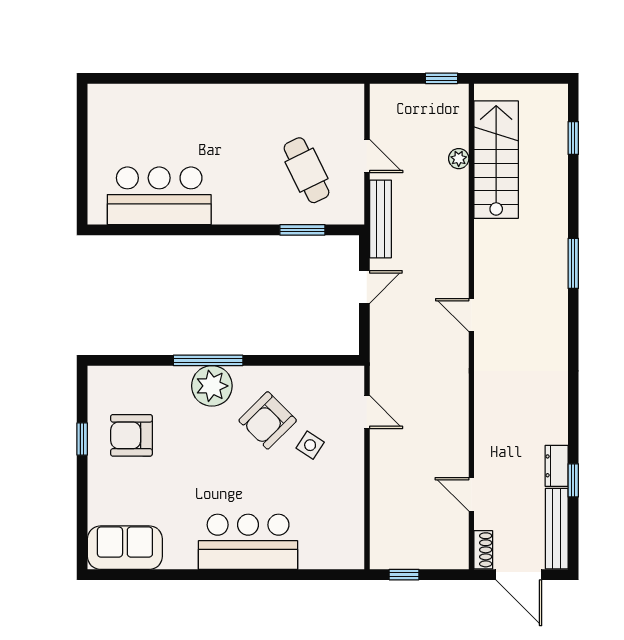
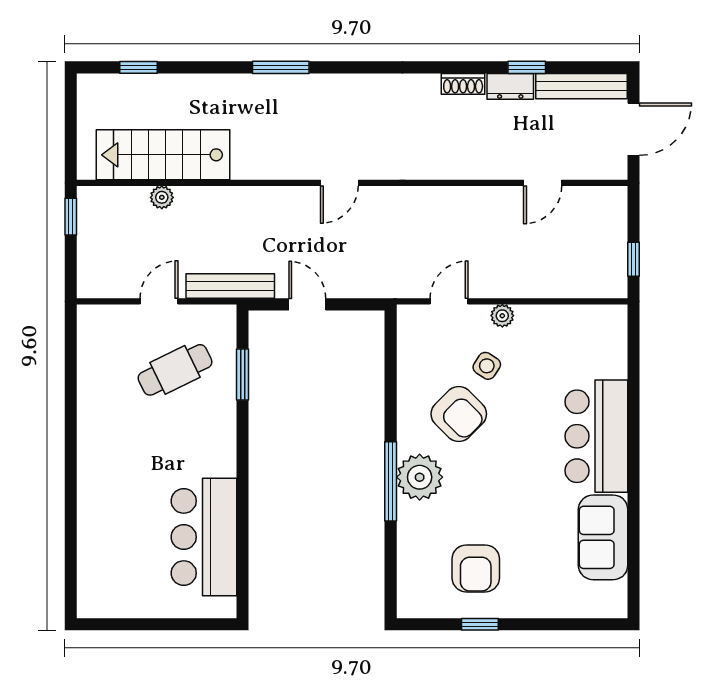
plant: (354, 459) -> (502, 316), added
sofa: (125, 548) -> (603, 537), moved
shoe rack: (483, 550) -> (463, 84), moved, turned 180

